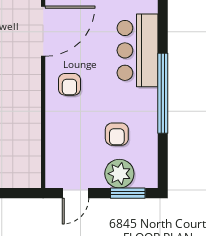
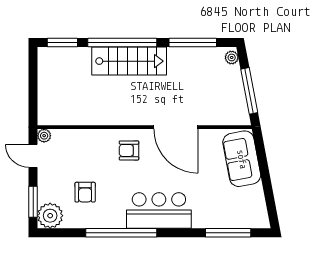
armchair: (117, 134) -> (85, 192), turned -90
plant: (119, 174) -> (50, 216), moved
plant: (53, 180) -> (44, 136), added

